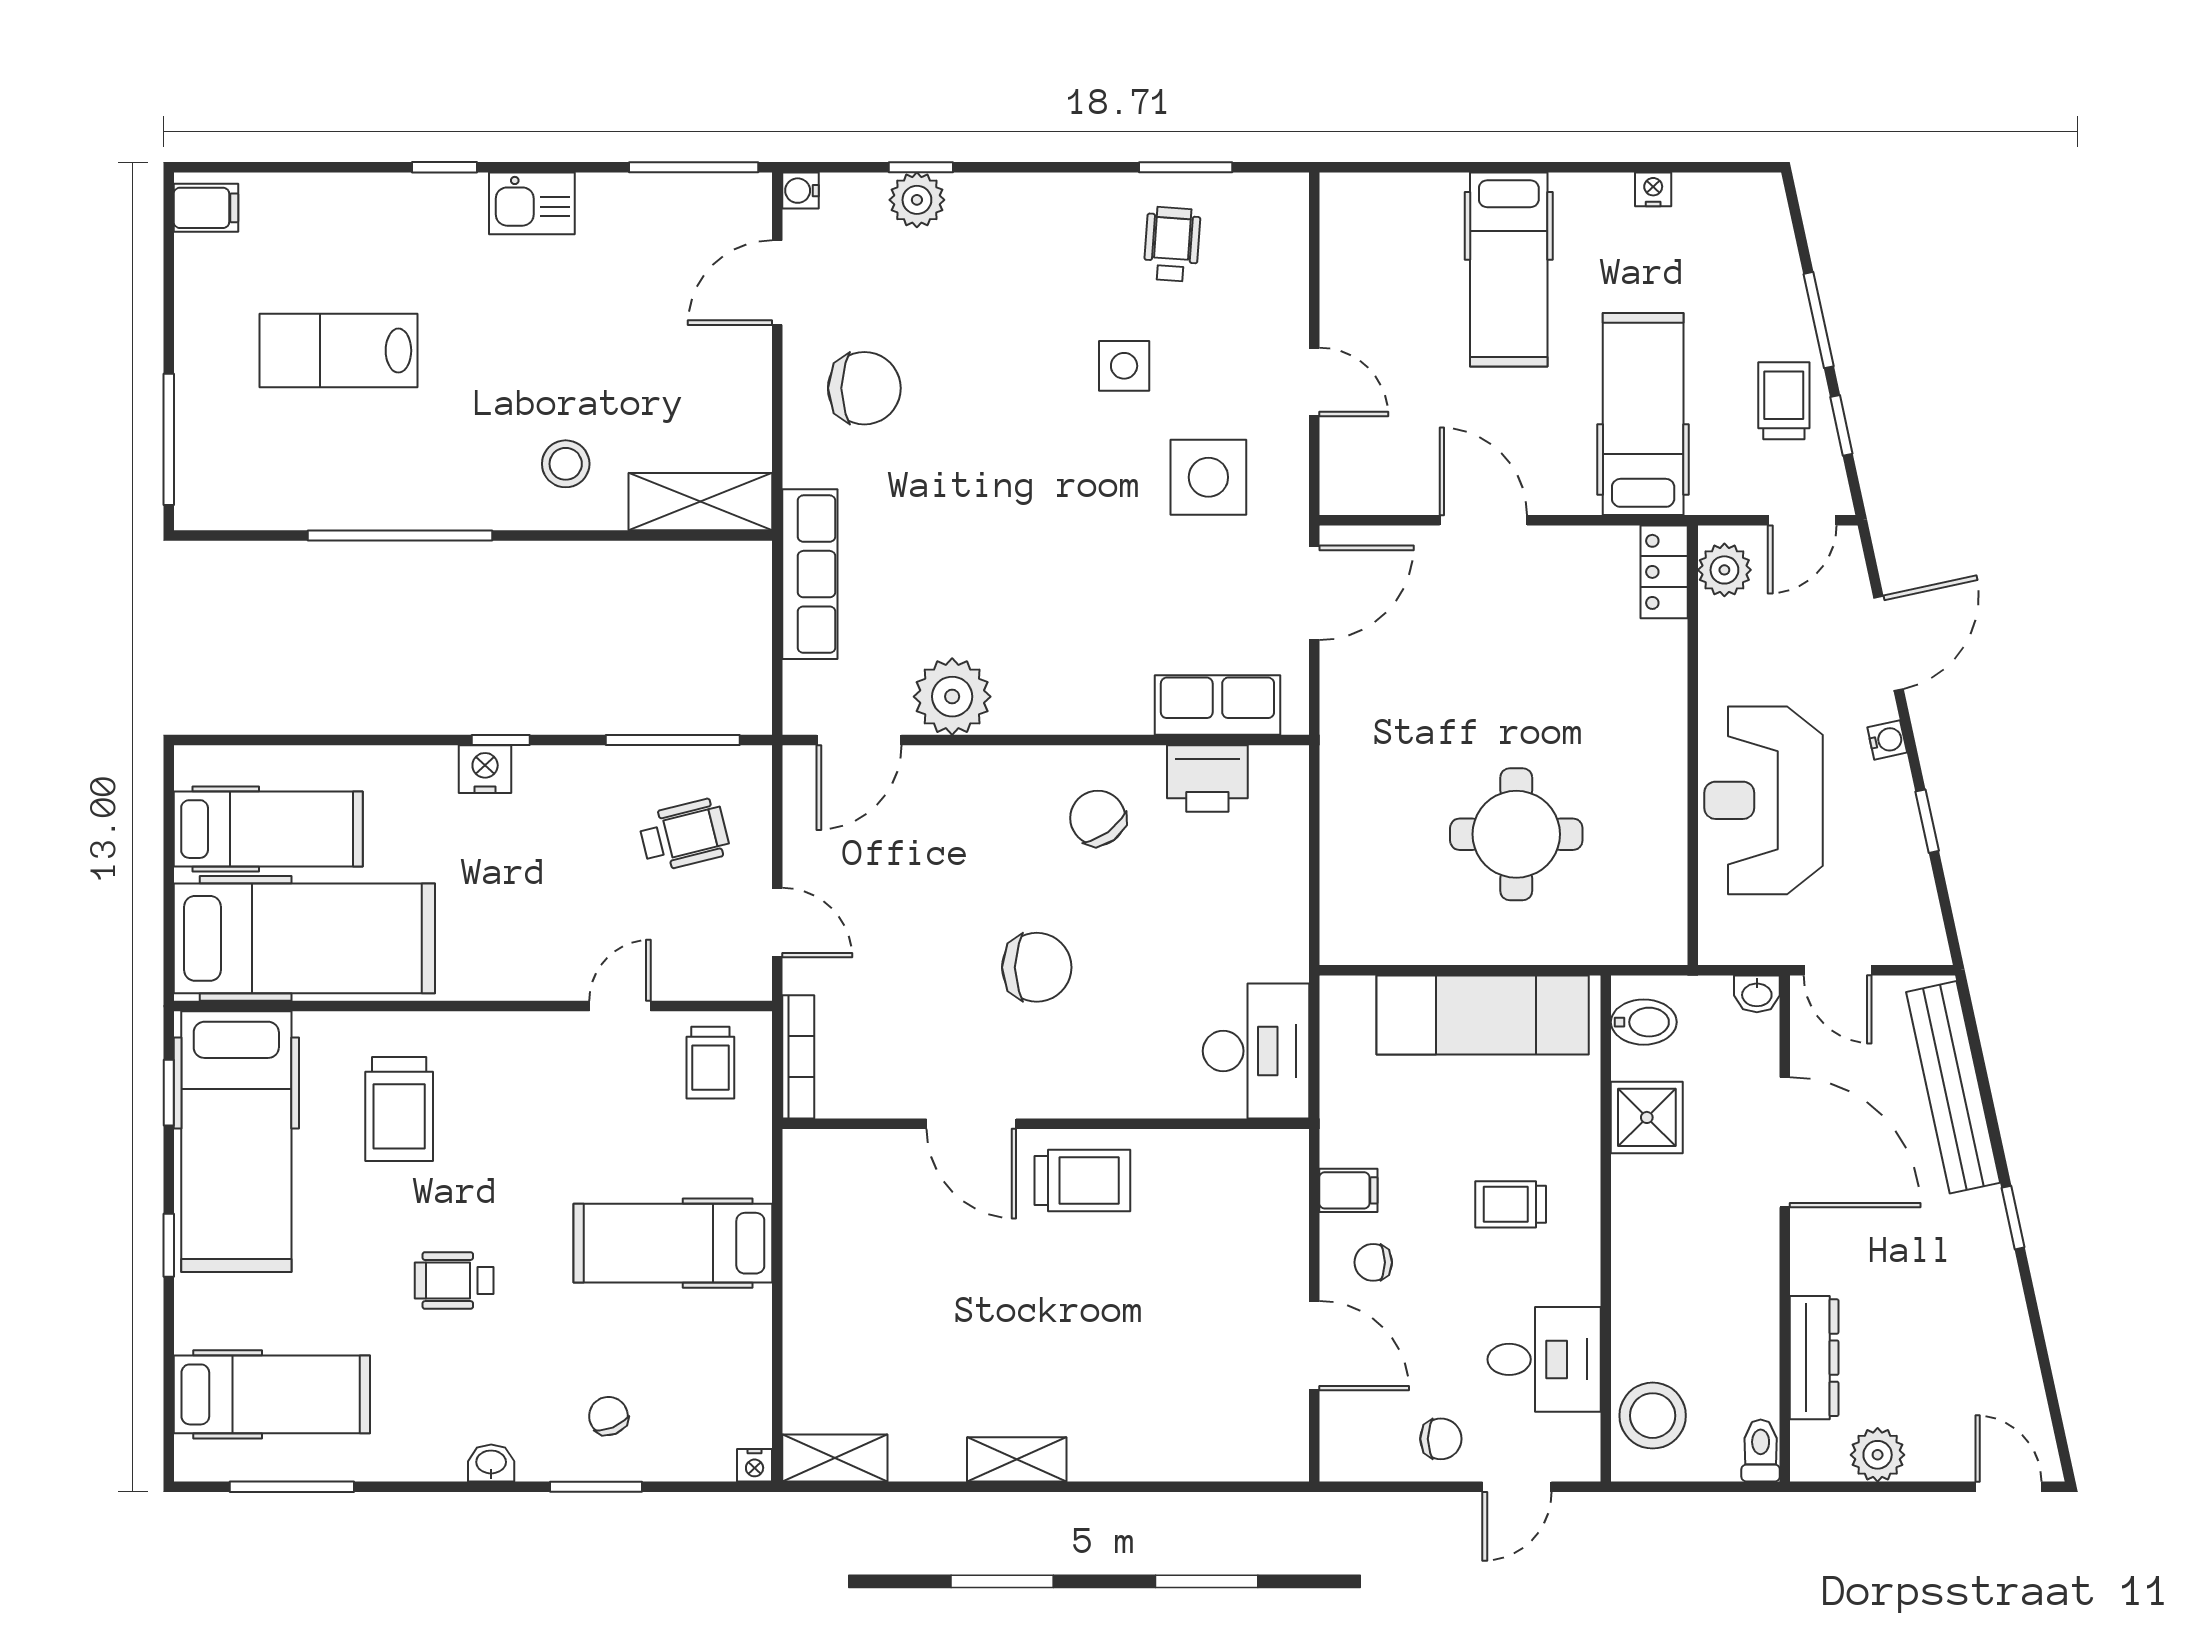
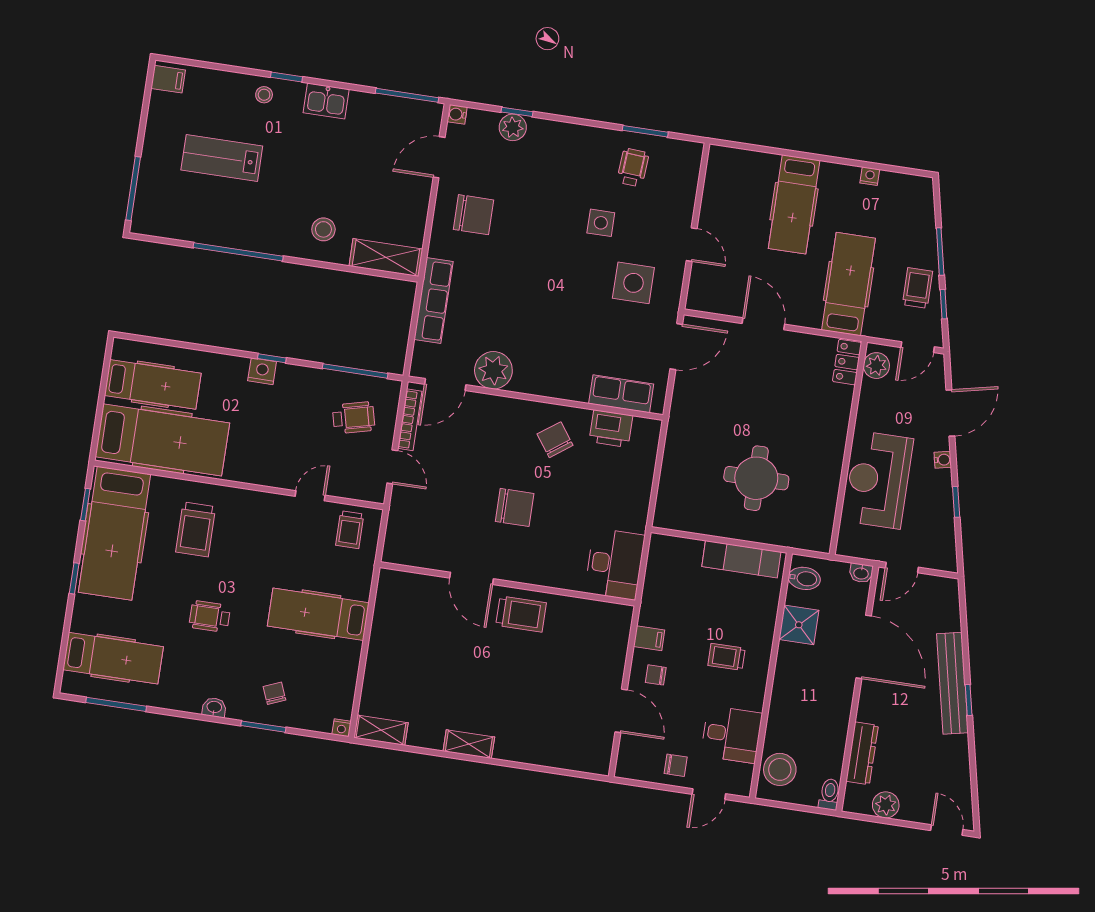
stool: (404, 210) -> (264, 95), added
door: (1838, 970) -> (902, 568), hinge flipped
exam couch: (1483, 1015) -> (741, 559), width x0.73, depth x0.69
bookcase: (798, 1057) -> (410, 420), moved
bench: (1953, 1087) -> (952, 683), moved

